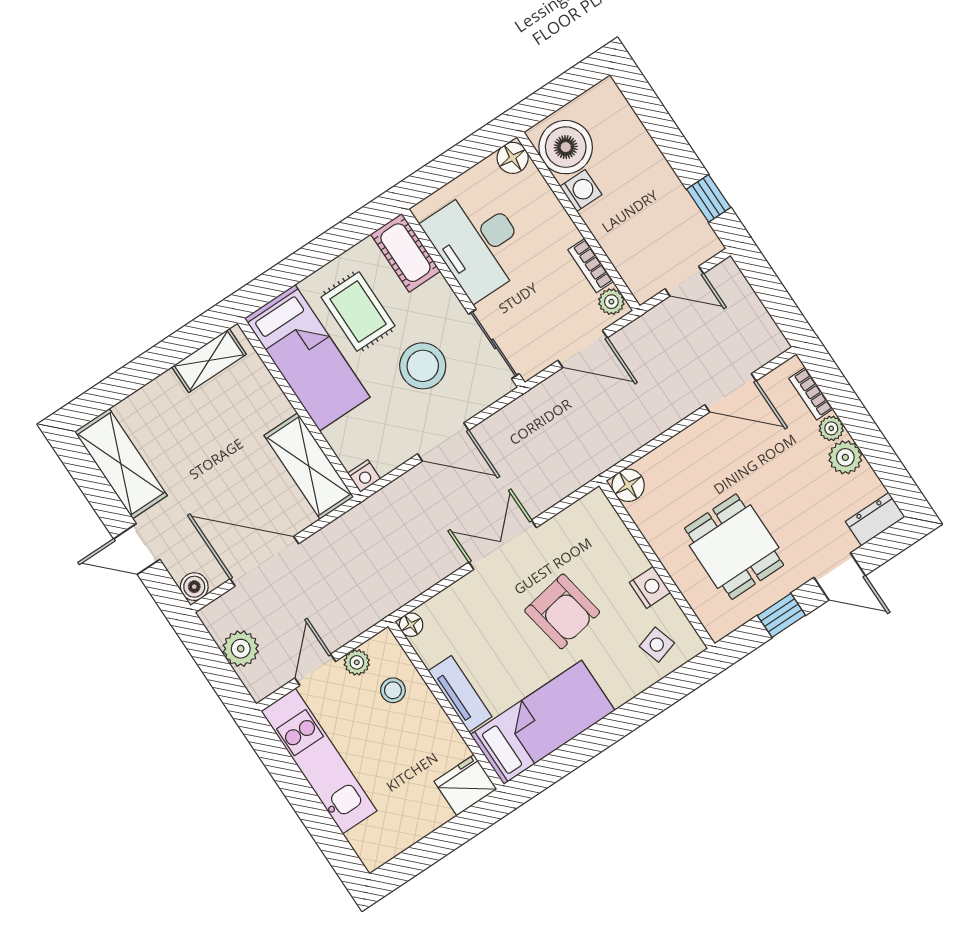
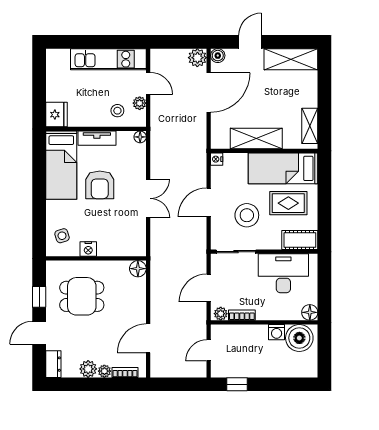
shelving: (309, 466) -> (256, 138), moved
armchair: (562, 611) -> (100, 185), moved, turned -80
plant: (241, 649) -> (197, 58), moved

